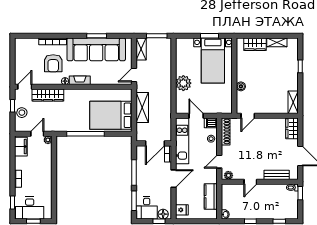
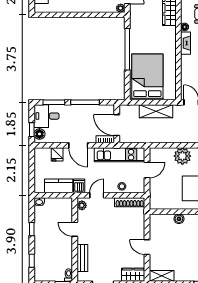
door: (248, 116) -> (147, 247), moved
dishwasher: (211, 123) -> (79, 186), moved
door: (219, 162) -> (97, 195), hinge flipped
fridge: (182, 210) -> (57, 154), moved

